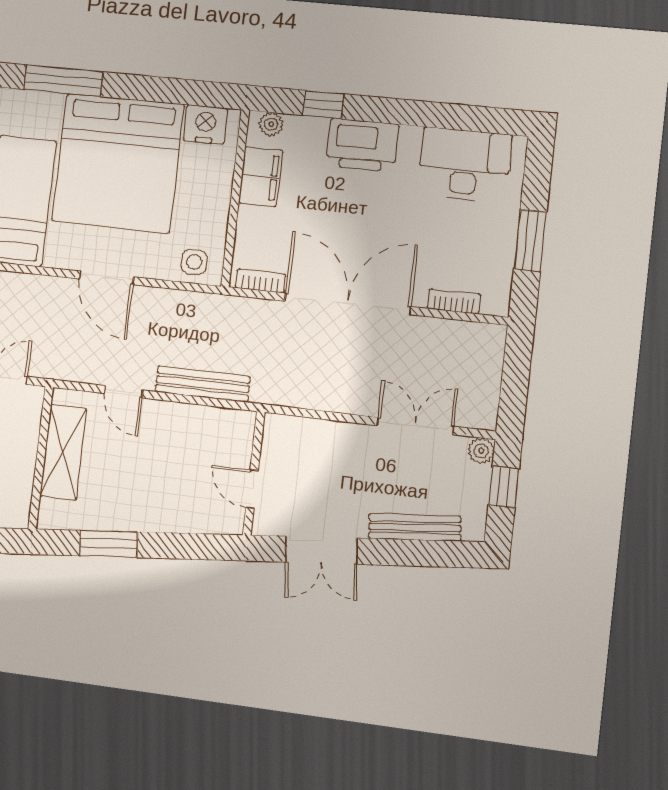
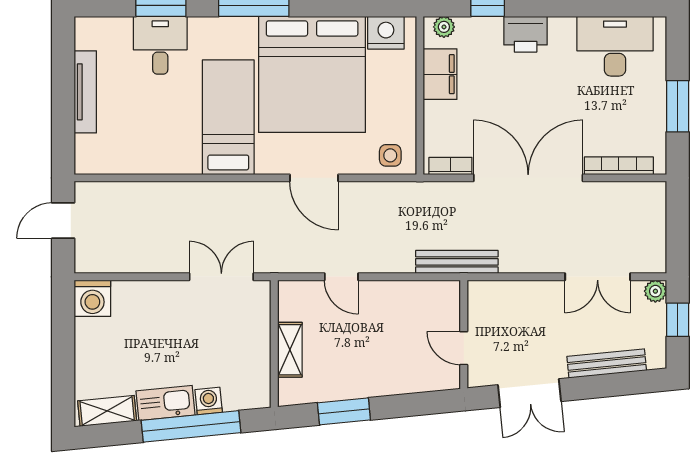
printer: (362, 145) -> (526, 34), width x0.73, depth x0.84
bookcase: (454, 301) -> (619, 166), width x1.56
bench: (203, 384) -> (457, 262), moved
double door: (415, 426) -> (598, 277), swing flipped
shelving: (63, 452) -> (290, 350), width x0.67, depth x0.75

